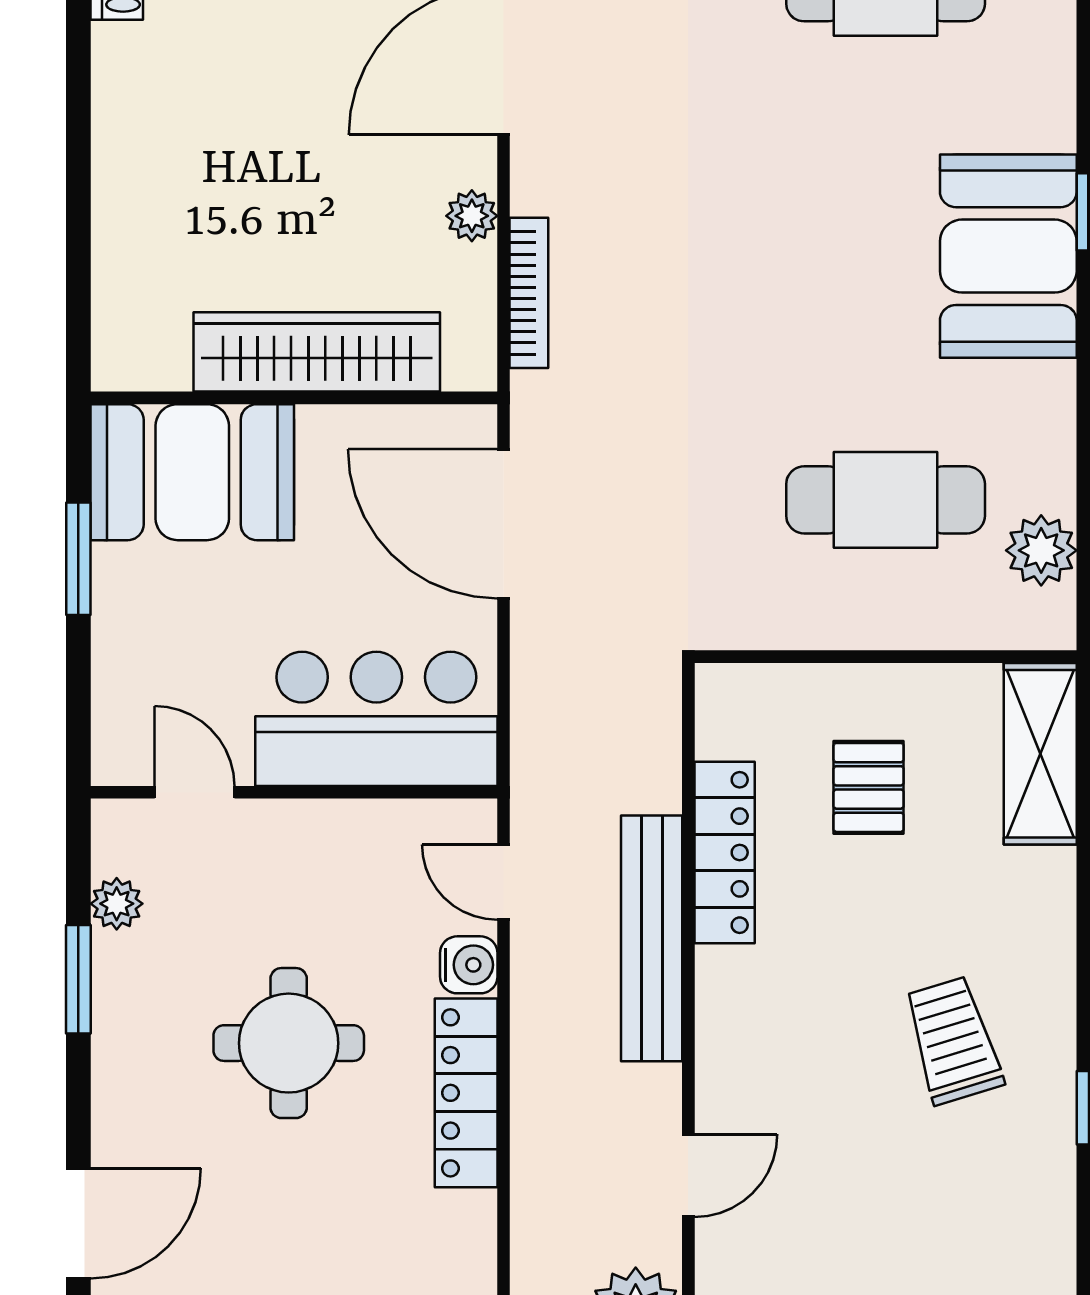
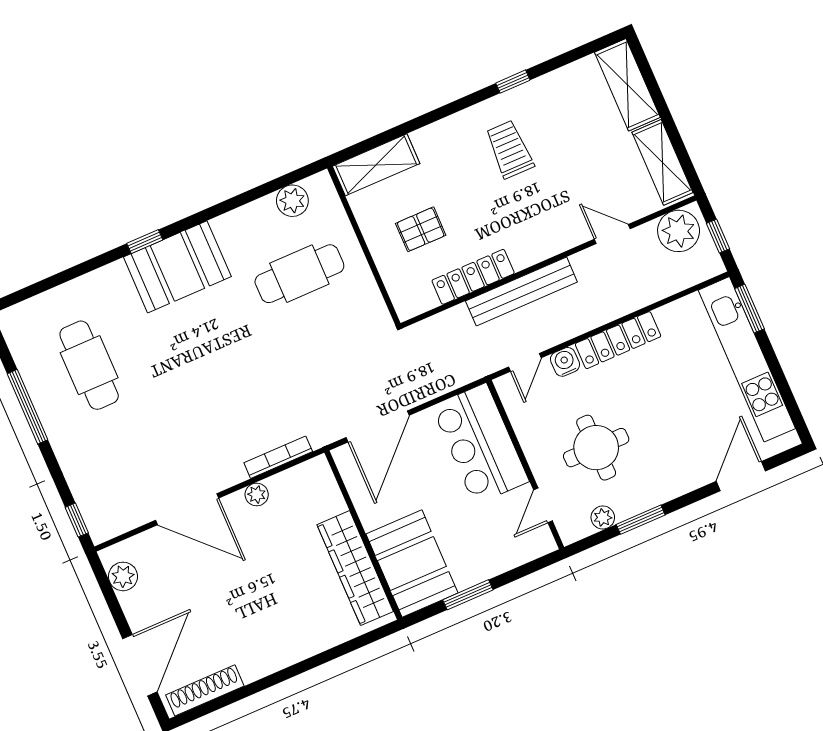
wardrobe: (317, 352) -> (355, 568), moved
cafe table: (886, 500) -> (299, 274), turned 90
trolley: (953, 1040) -> (509, 149), turned 107
round table: (289, 1043) -> (596, 448), moved
door: (78, 1223) -> (741, 476), hinge flipped

